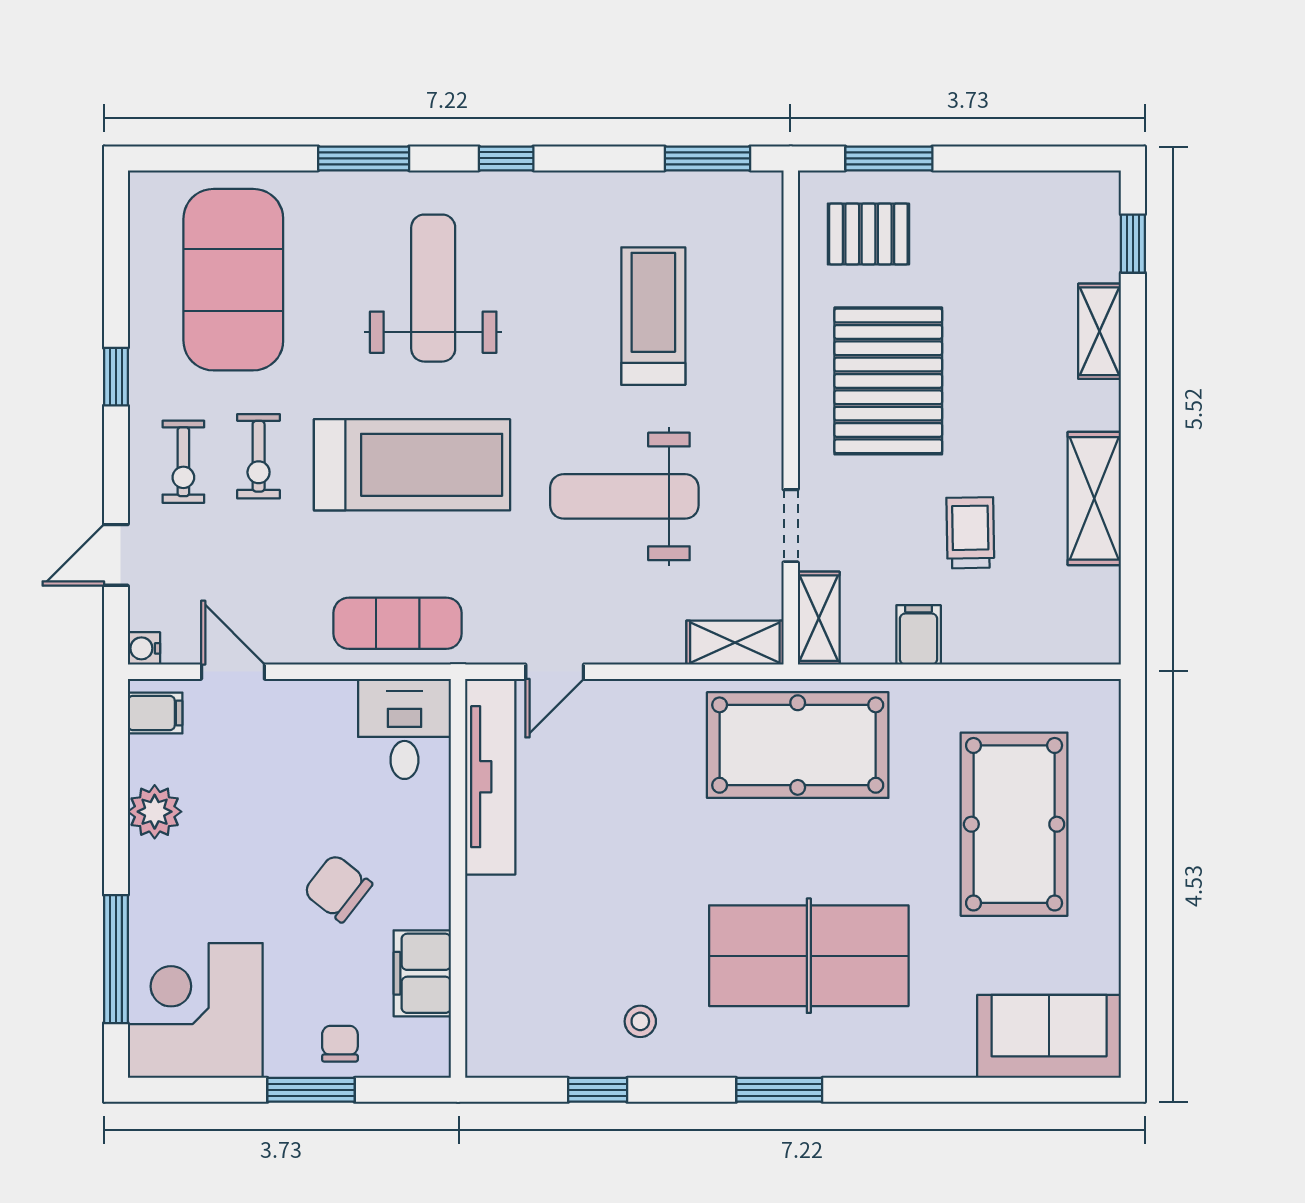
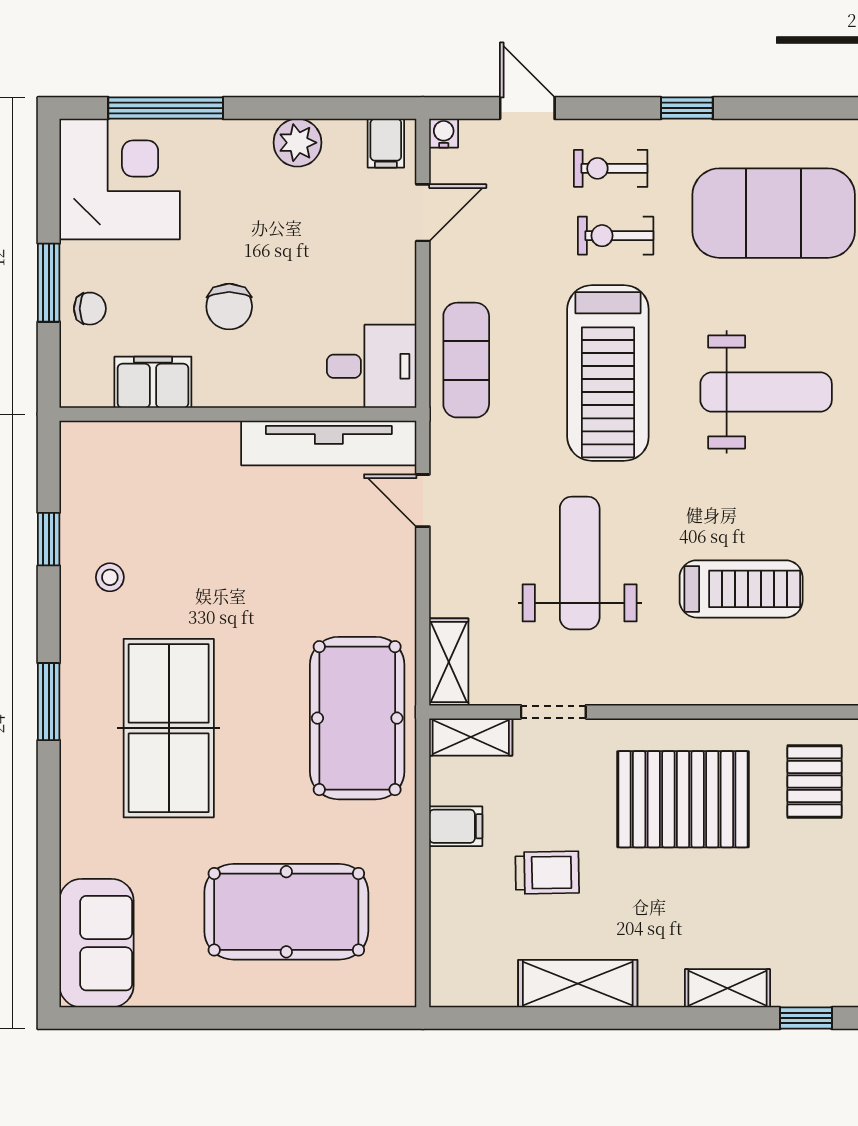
chair: (338, 888) -> (229, 307), turned 142

